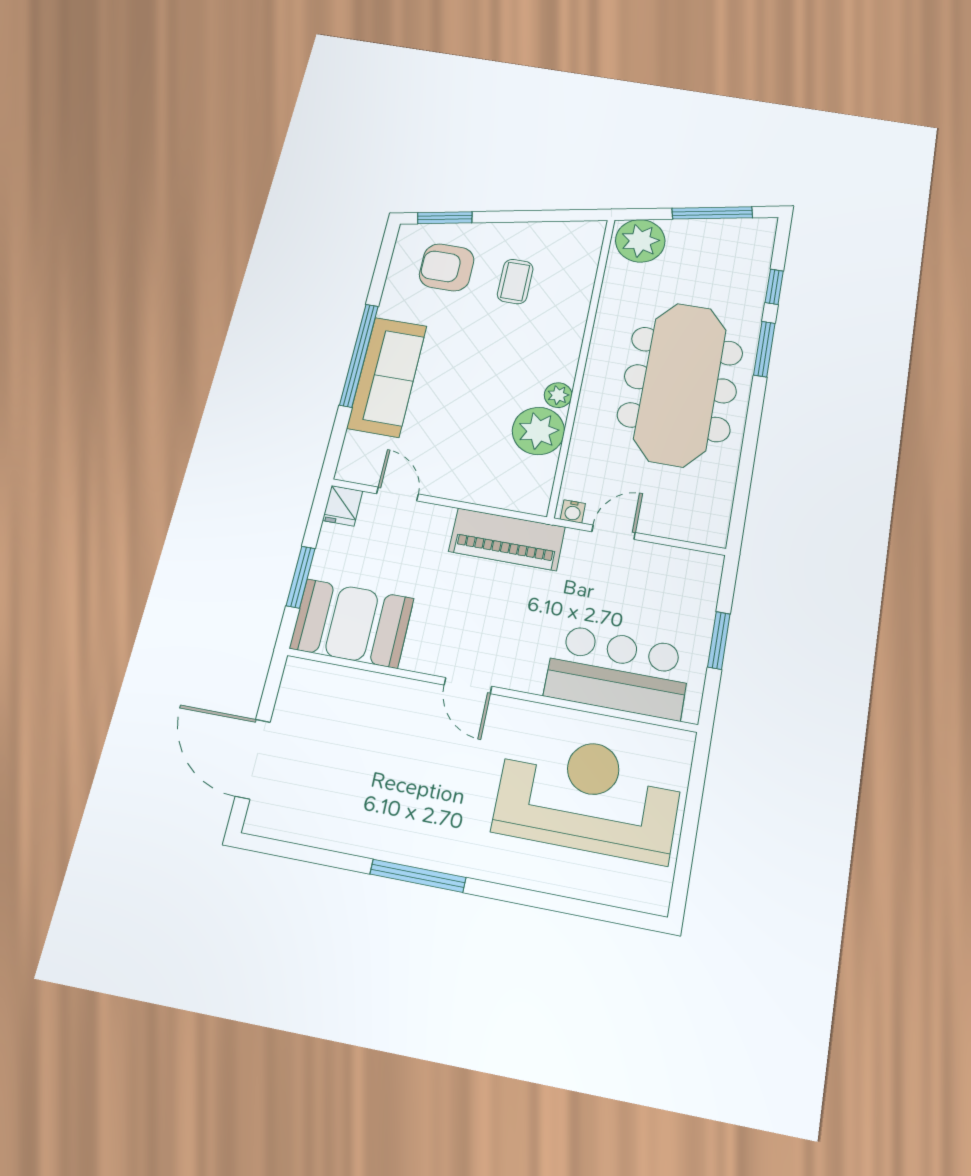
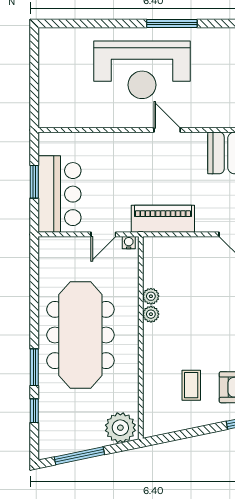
plant: (538, 431) -> (151, 296), width x0.53, depth x0.53
bar counter: (618, 672) -> (60, 194), moved, turned -90
reception desk: (588, 796) -> (142, 70), moved

